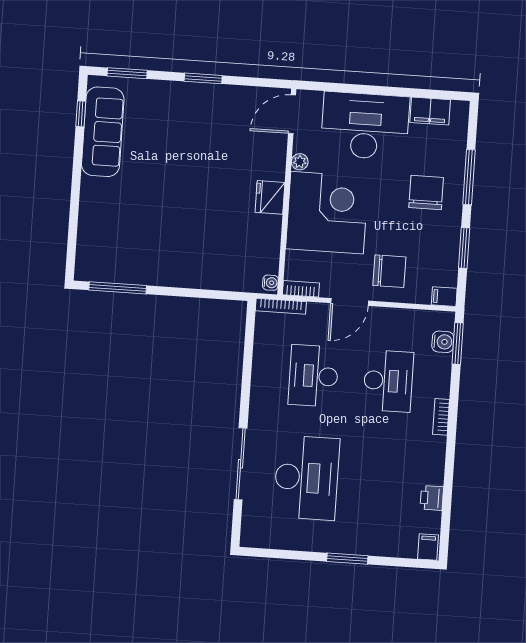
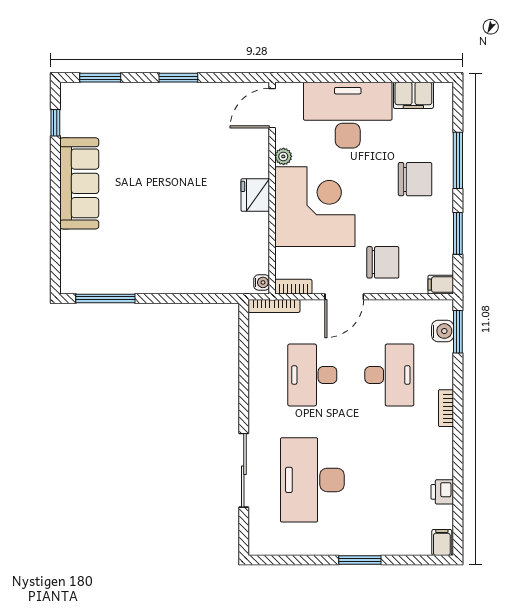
sofa: (103, 132) -> (79, 183), moved
chair: (426, 193) -> (415, 179), turned 90
desk: (307, 478) -> (312, 480), turned 180

